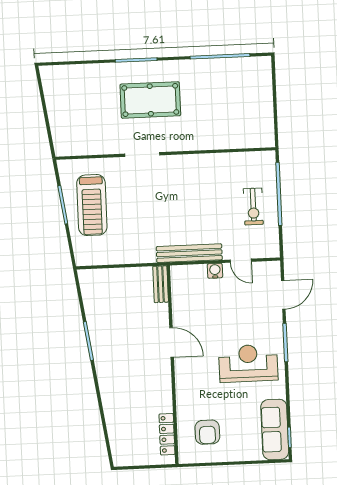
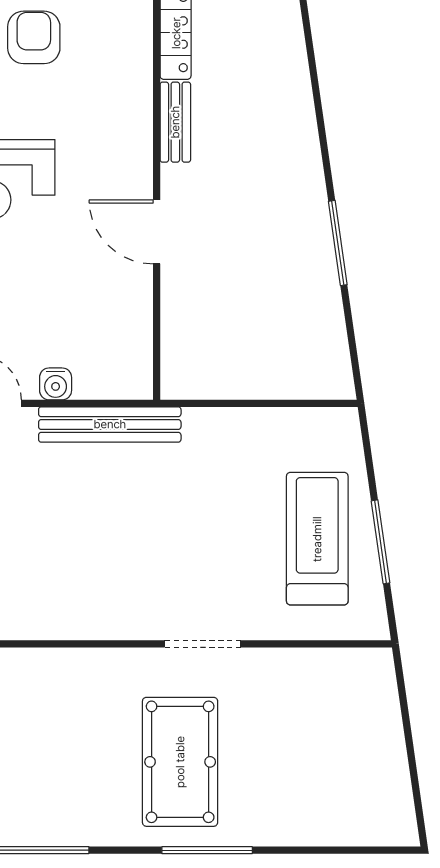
pool table: (150, 100) -> (180, 762), turned 90
bench: (161, 284) -> (175, 122), moved
armchair: (207, 432) -> (34, 37), moved

